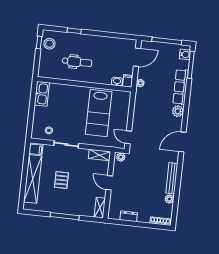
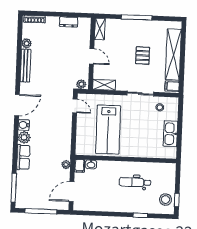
water cooler: (185, 54) -> (24, 125), moved
row of seats: (180, 87) -> (23, 157), width x0.68
kitchen sink: (42, 94) -> (170, 134), moved
lab bench: (99, 113) -> (108, 130), turned 180

